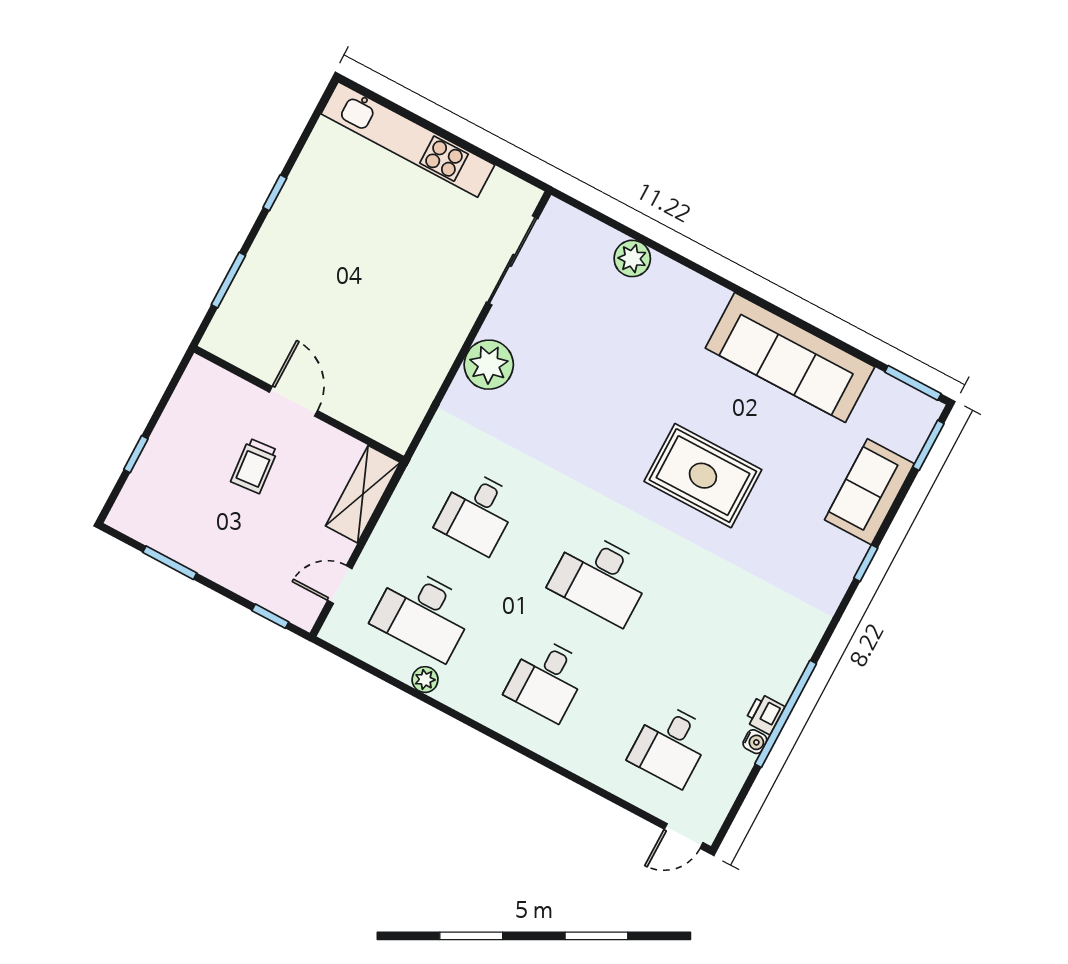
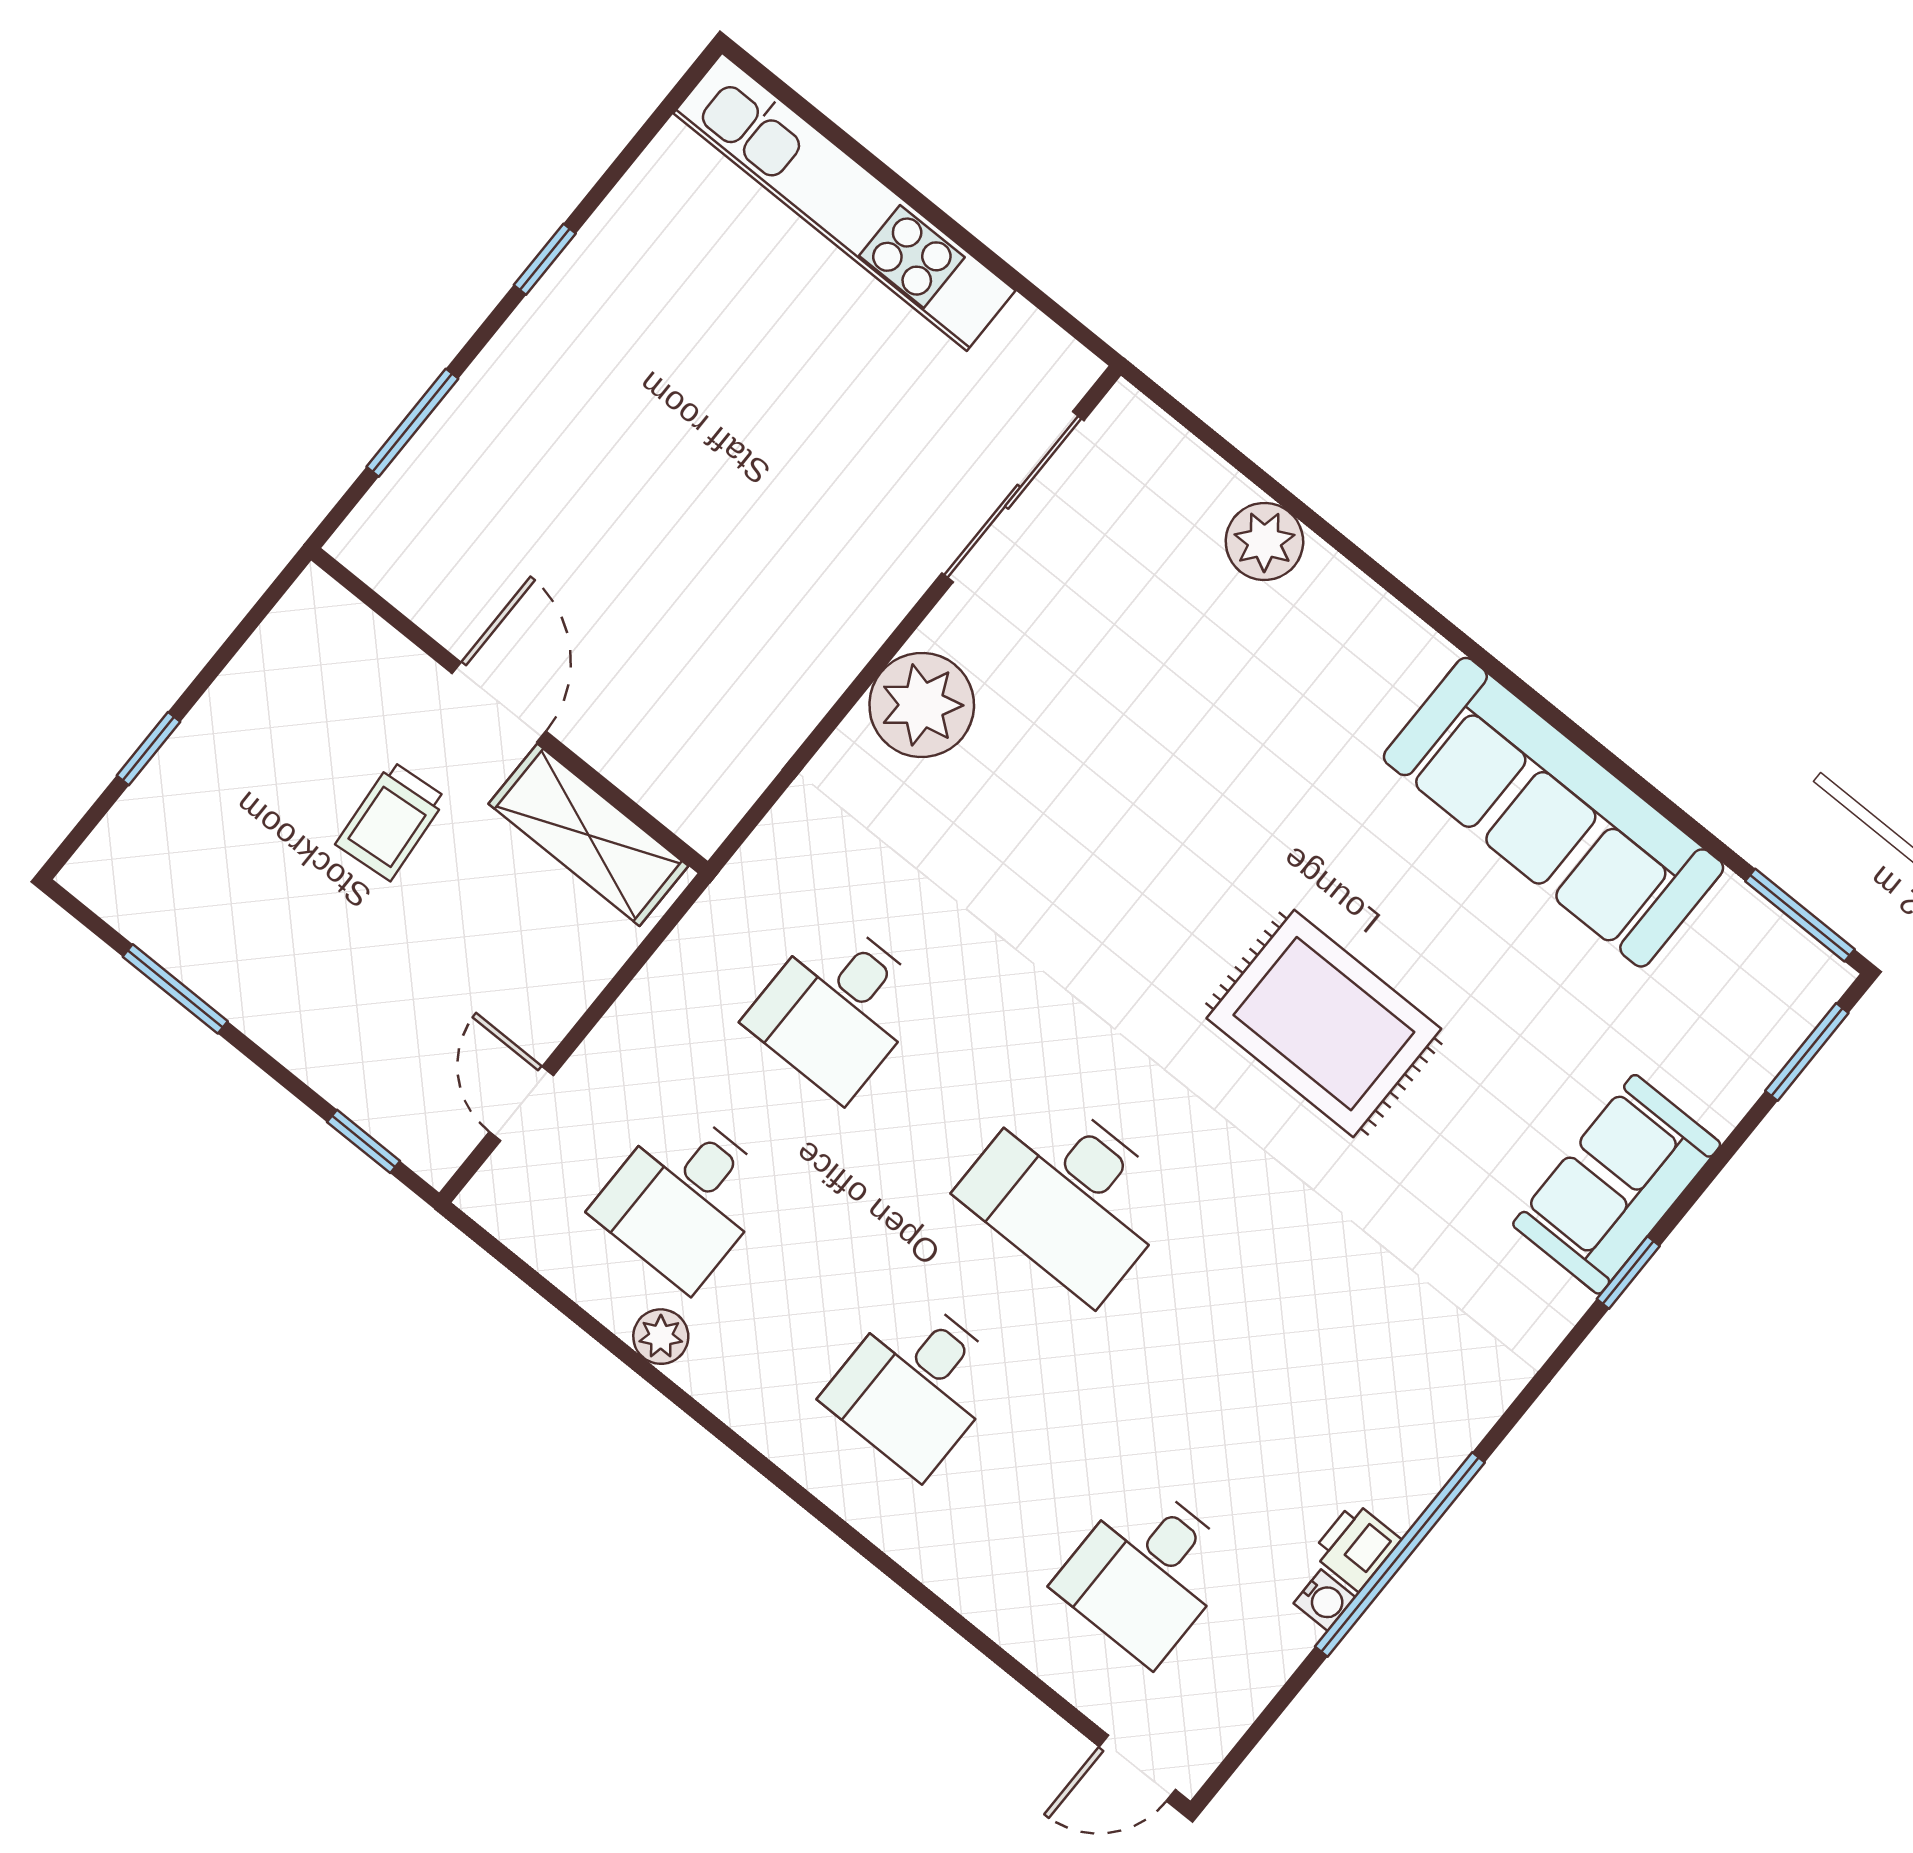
sofa: (869, 492) -> (1617, 1184), moved
shelving: (363, 494) -> (588, 835), moved, turned 90
door: (340, 584) -> (521, 1104), hinge flipped
desk: (423, 613) -> (684, 1198), width x0.73

